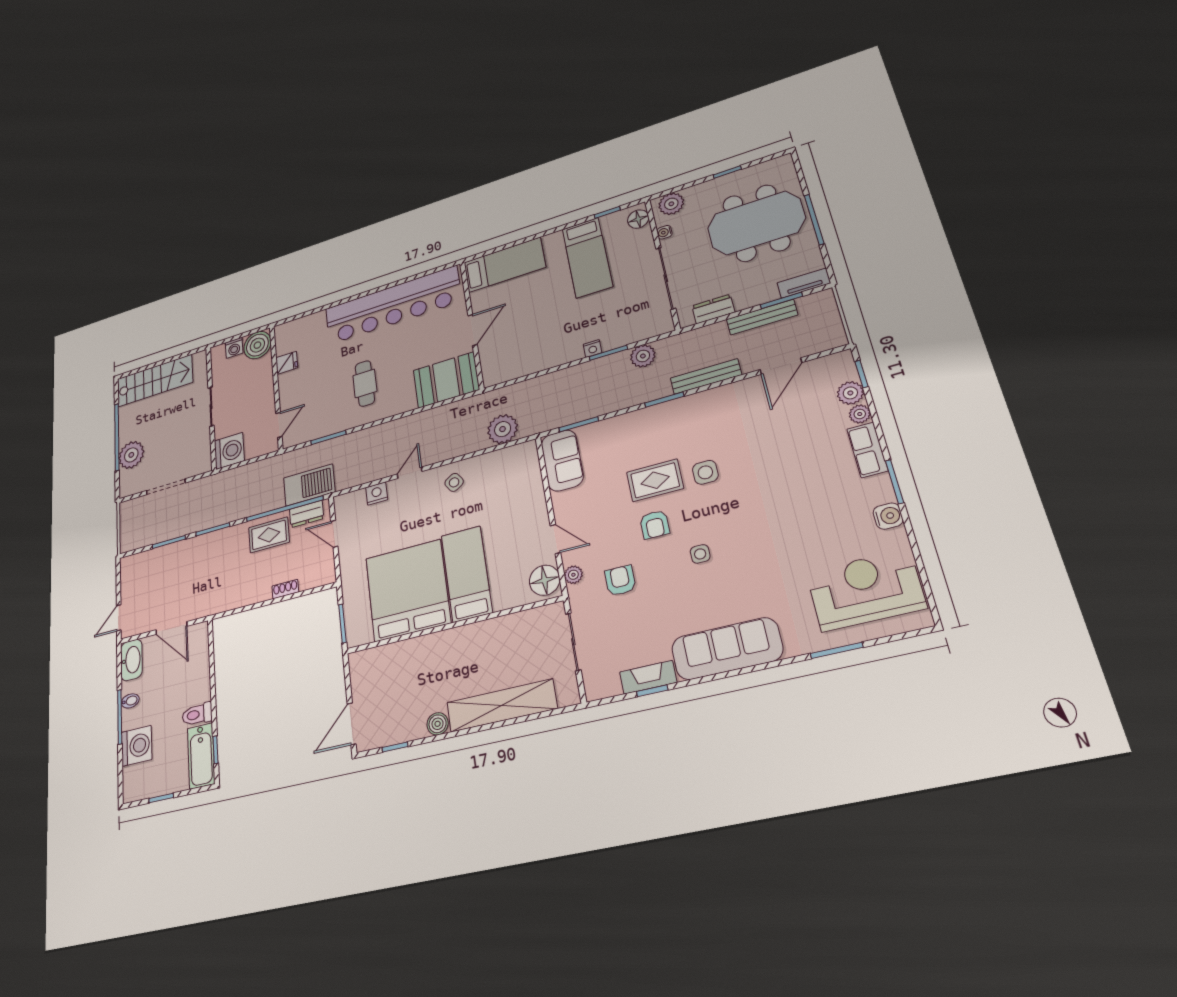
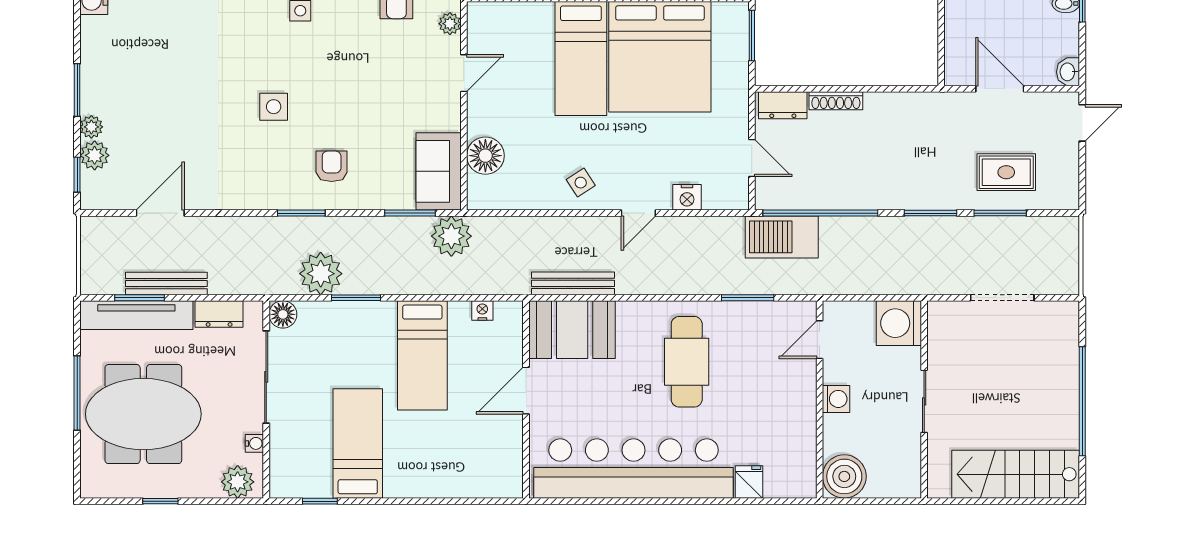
floor lamp: (638, 219) -> (283, 314), moved
bed: (504, 265) -> (422, 355), moved, turned -90
tv unit: (804, 283) -> (136, 315), width x1.92, depth x1.29
washing machine: (234, 348) -> (836, 399), moved, turned 90
nightstand: (593, 348) -> (482, 311), moved
plant: (643, 356) -> (321, 274), width x1.36, depth x1.36
fridge: (287, 363) -> (749, 482), moved, turned 90
bench: (706, 377) -> (573, 283), moved
cafe table: (365, 383) -> (687, 362), width x1.37, depth x1.35
plant: (503, 429) -> (451, 236), moved
row of seats: (867, 450) -> (95, 82), removed
plant: (131, 455) -> (1058, 365), removed
rug: (655, 480) -> (333, 114), removed
window: (895, 482) -> (77, 90), moved
dresser: (307, 514) -> (783, 105), moved, turned 180
armchair: (655, 525) -> (332, 166), moved
rug: (269, 535) -> (1006, 172), moved
door: (555, 539) -> (464, 73), swing flipped
floor lamp: (545, 580) -> (485, 156), moved
shoe rack: (285, 589) -> (836, 101), width x1.43
washbasin: (131, 660) -> (1068, 72), width x0.52, depth x0.69

